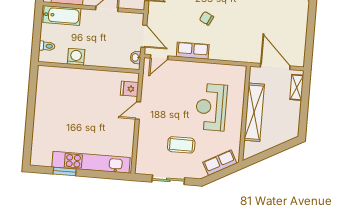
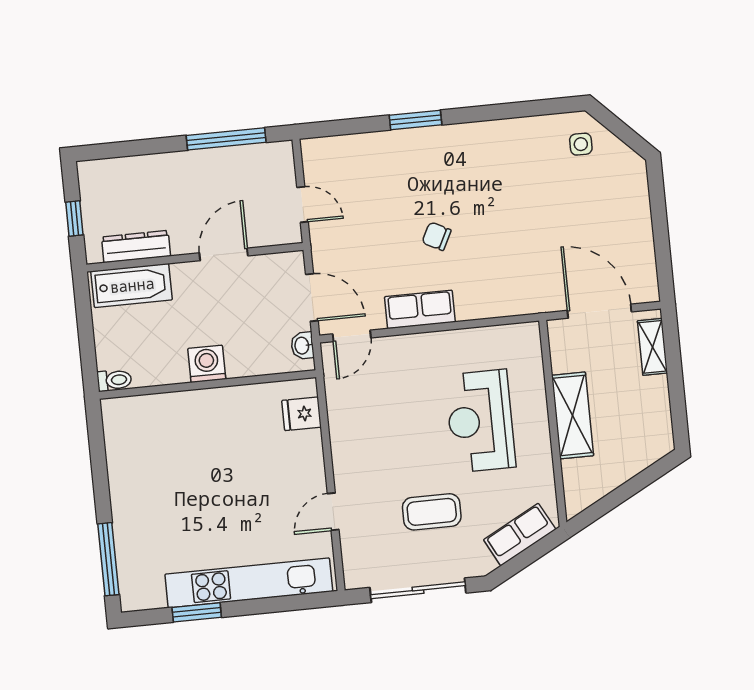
toilet: (47, 46) -> (114, 380), moved
washing machine: (76, 57) -> (207, 364), moved
door: (138, 110) -> (333, 512), moved
shelving: (254, 112) -> (573, 415), width x0.68
window: (28, 140) -> (108, 559), added
sliding door: (168, 180) -> (418, 590), width x1.37

